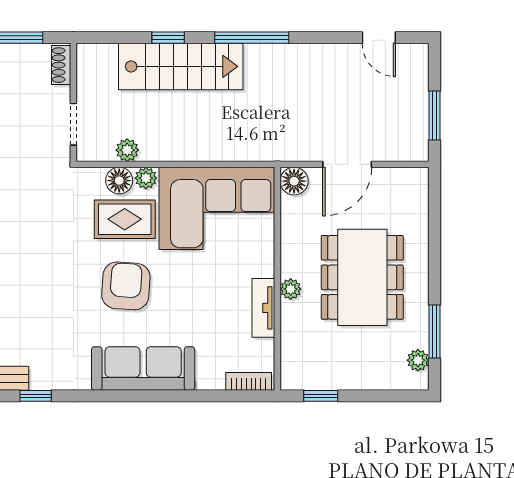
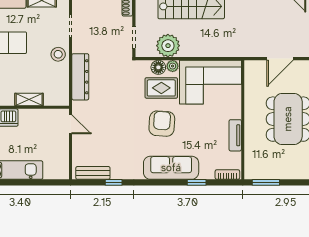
plant: (127, 150) -> (168, 46), width x1.87, depth x1.87
floor lamp: (294, 181) -> (252, 68), removed
plant: (291, 289) -> (250, 125), removed
window: (191, 396) -> (197, 182), added
window: (321, 396) -> (266, 182), width x1.50

